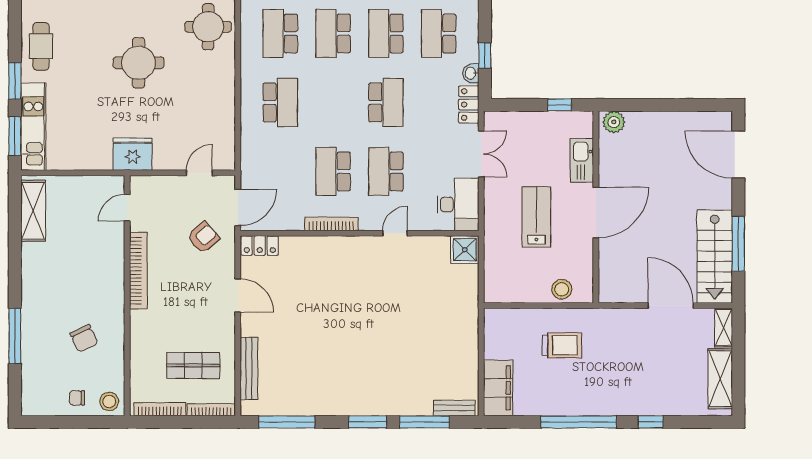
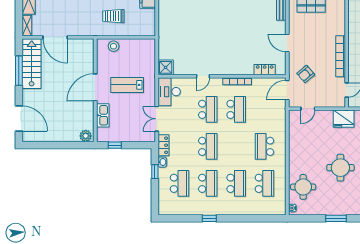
school desk: (386, 102) -> (208, 146), turned 180
lab bench: (536, 217) -> (127, 85), turned 90
locker: (260, 246) -> (265, 70), moved

